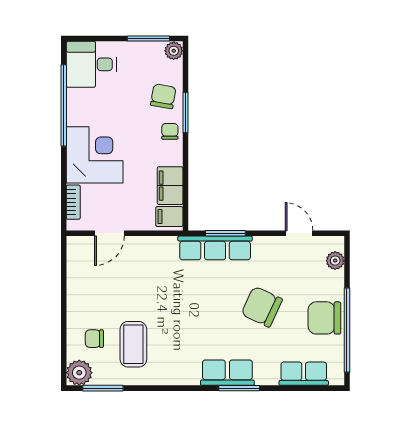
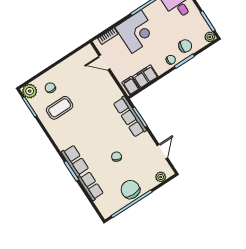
chair: (262, 307) -> (117, 157), width x0.54, depth x0.54
row of seats: (304, 374) -> (91, 186), moved

